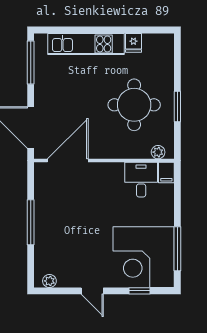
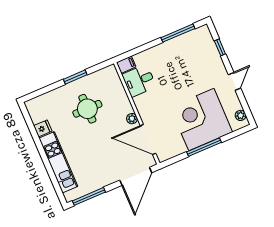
round table: (134, 105) -> (87, 109), width x0.73, depth x0.73
plant: (158, 152) -> (132, 119), moved
corner desk: (144, 257) -> (201, 119), moved, turned 180

